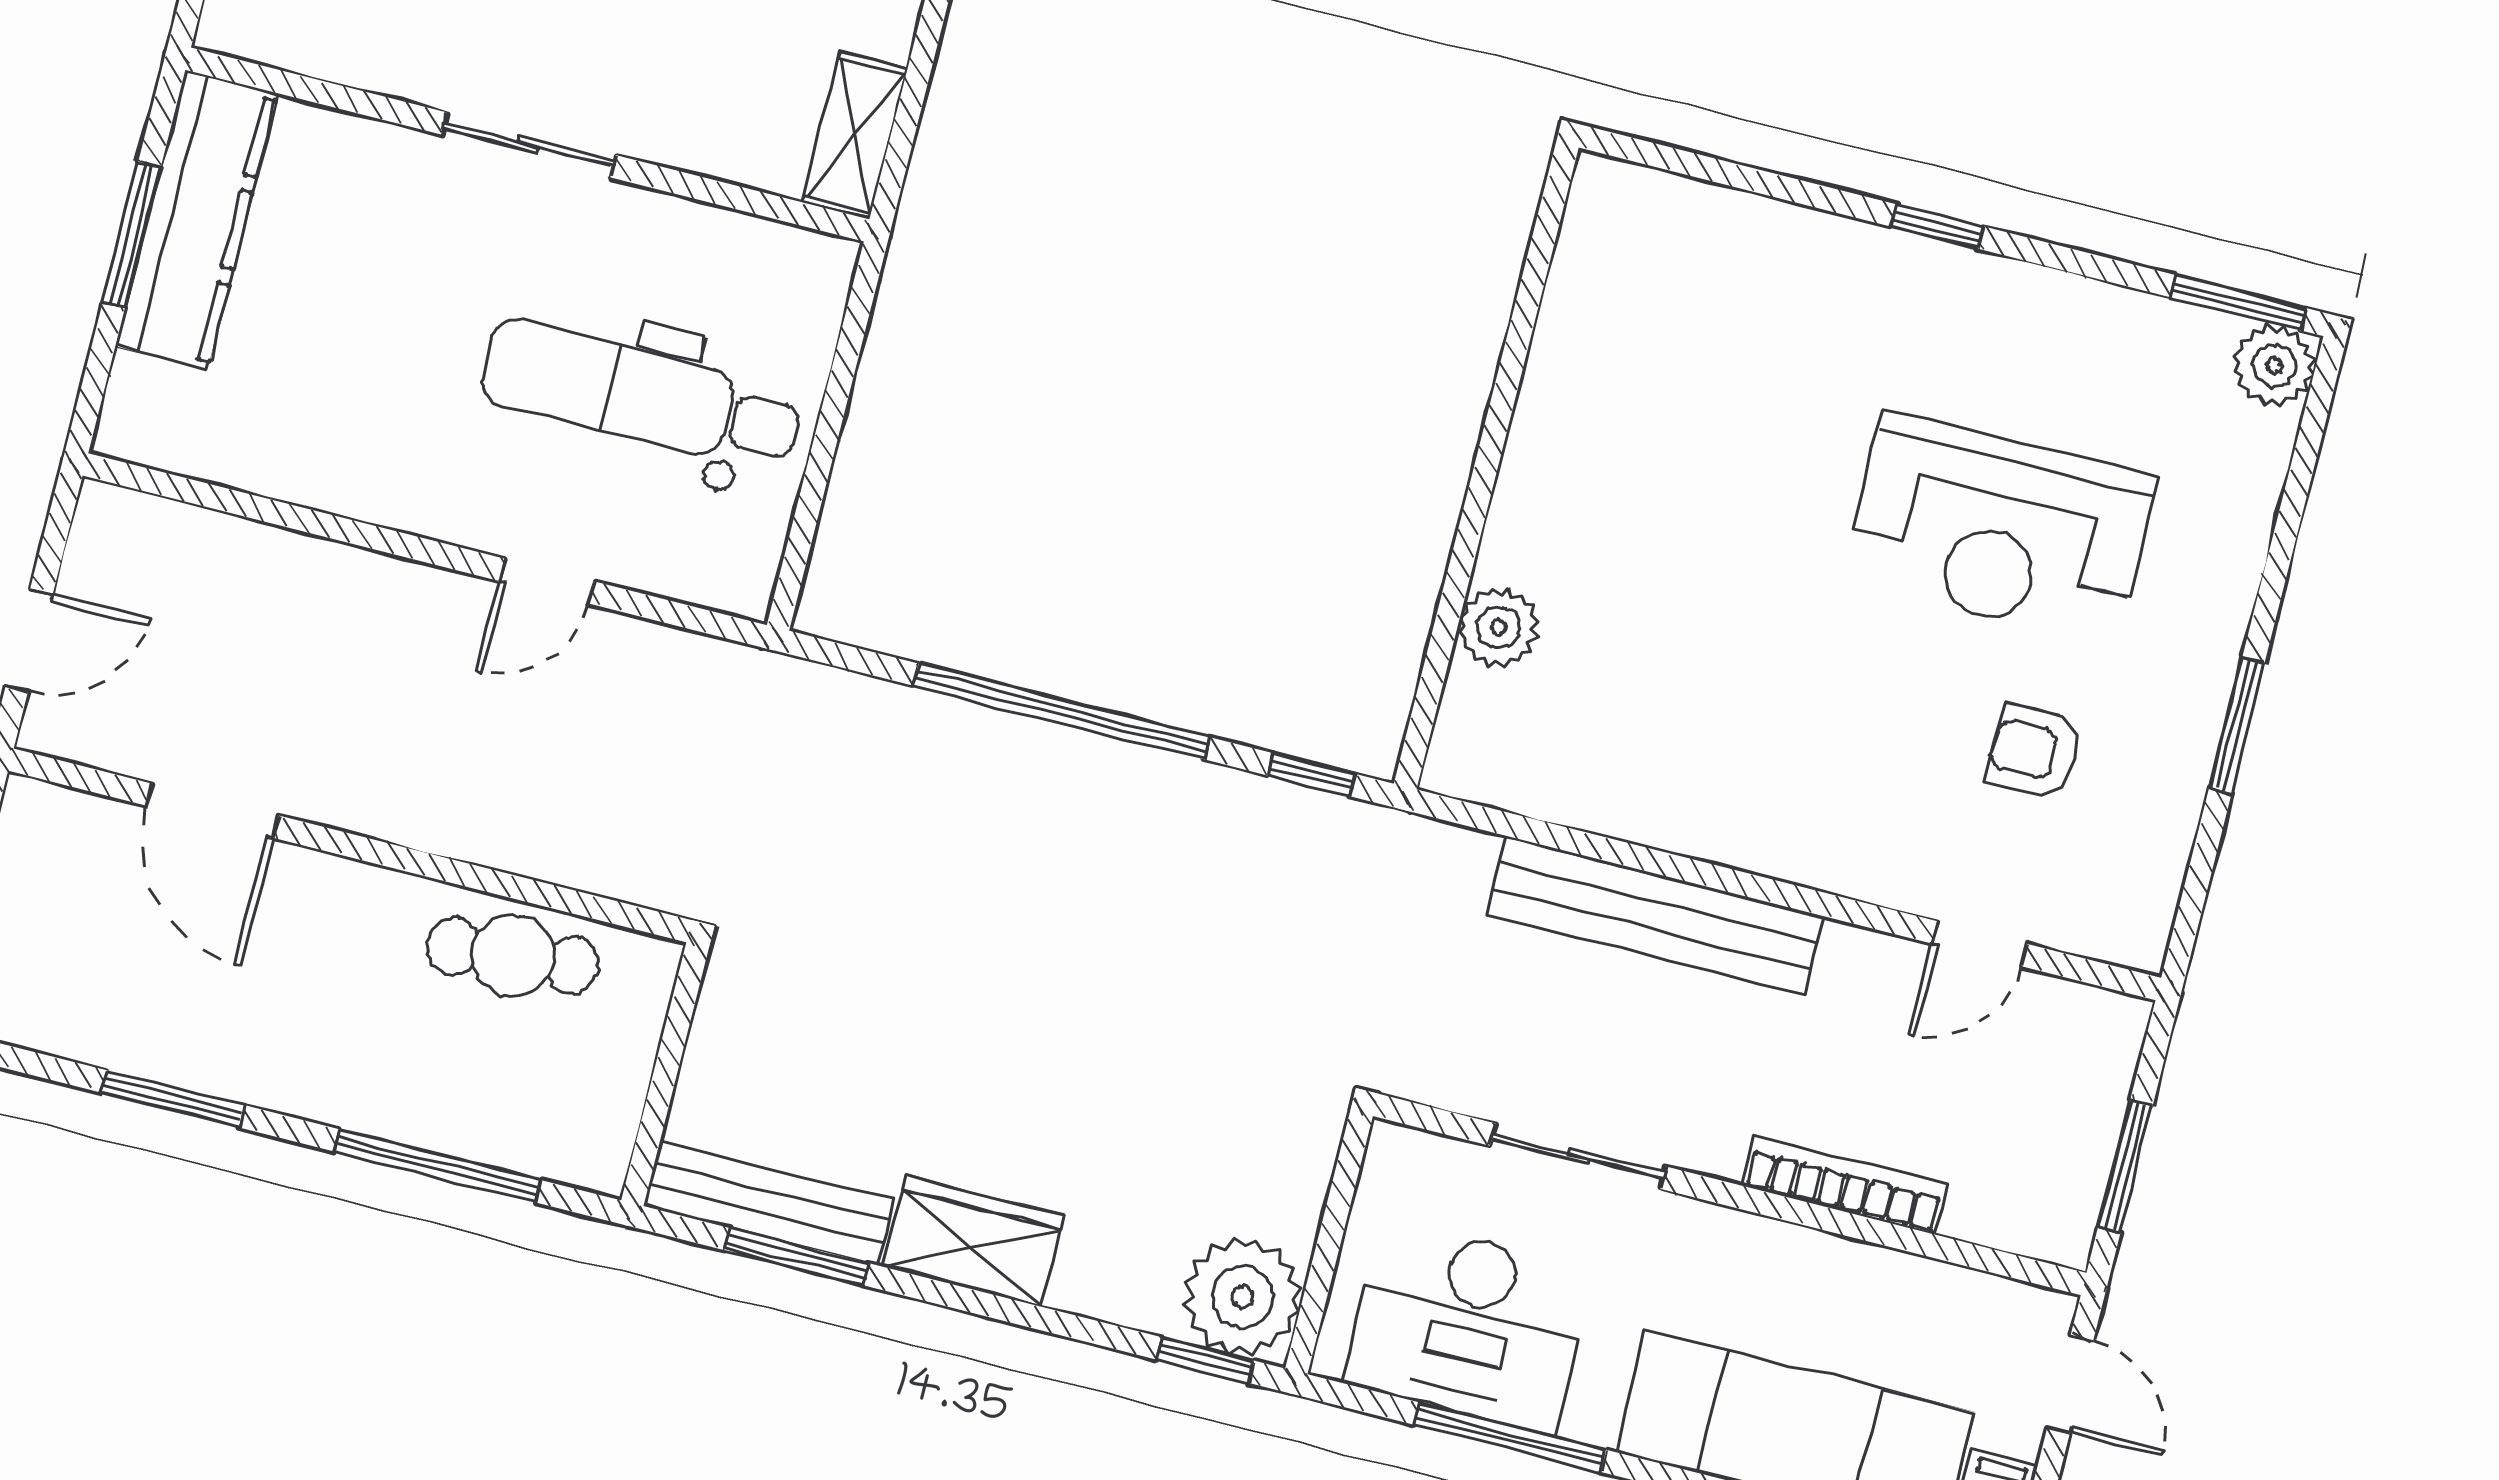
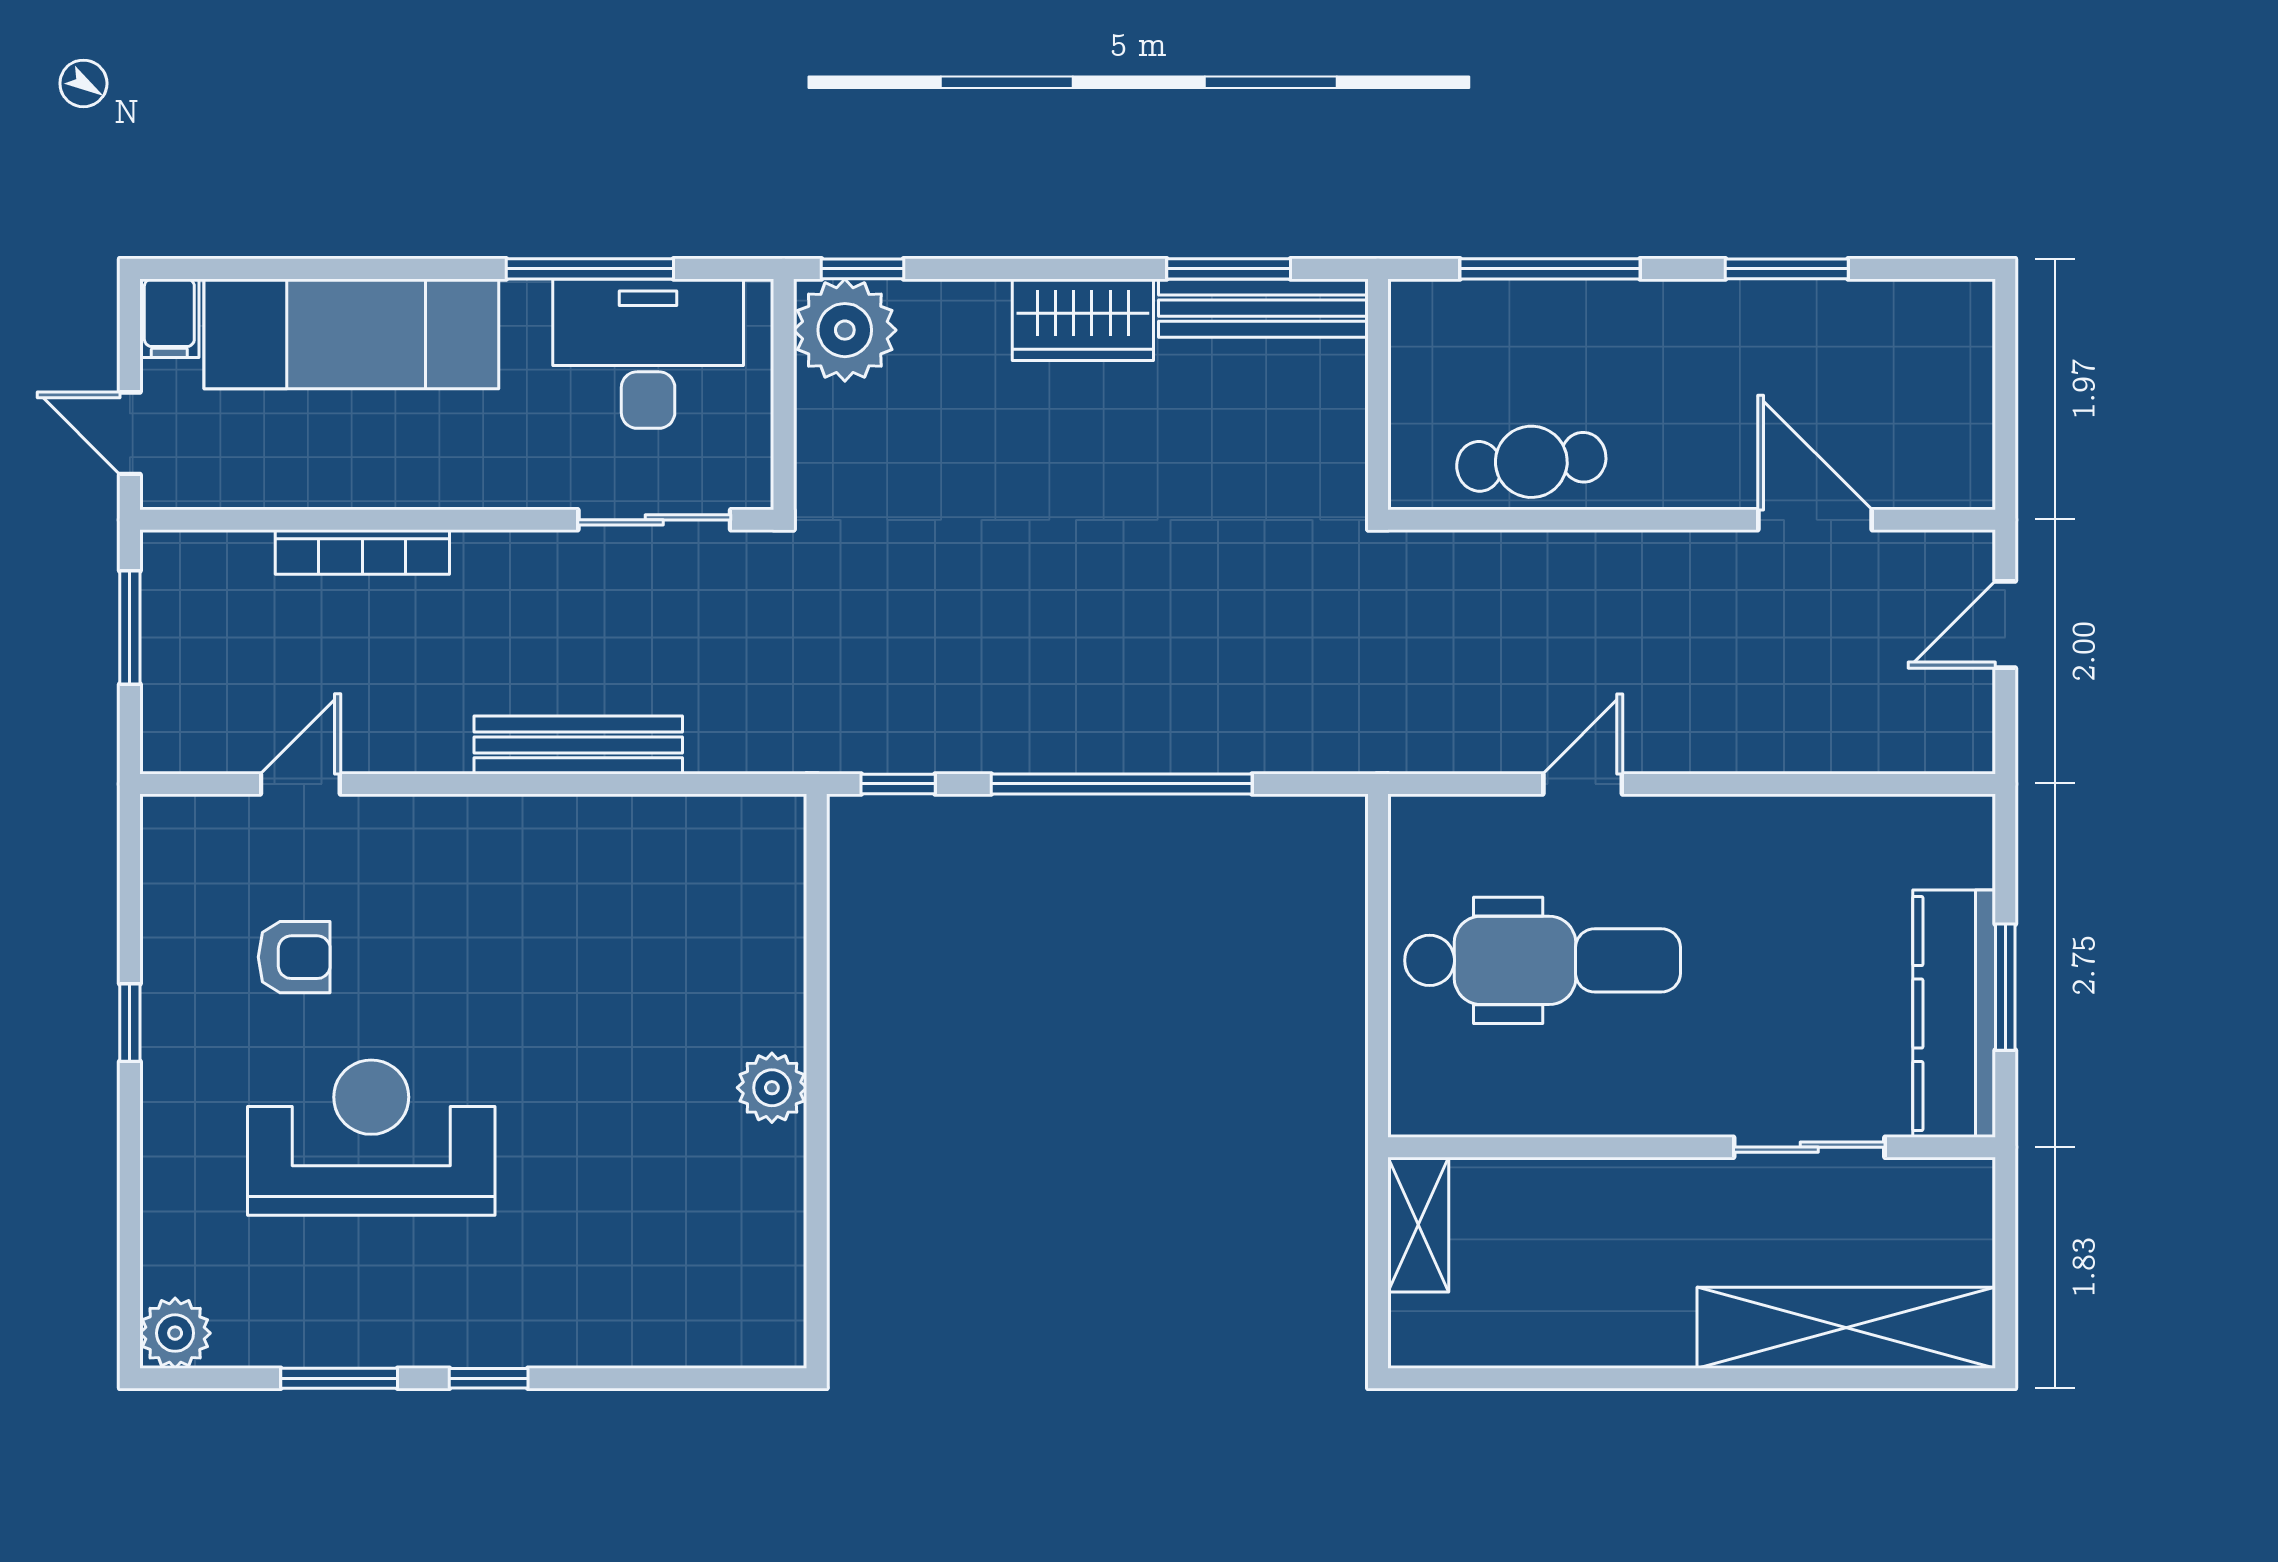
sliding door: (528, 145) -> (1809, 1147), moved
window: (2238, 303) -> (339, 1378), moved
plant: (1498, 627) -> (772, 1088), moved
window: (2237, 725) -> (130, 1023), width x0.67
bench: (1656, 916) -> (578, 745), width x0.73, depth x0.82
sliding door: (1578, 1156) -> (654, 520), moved

